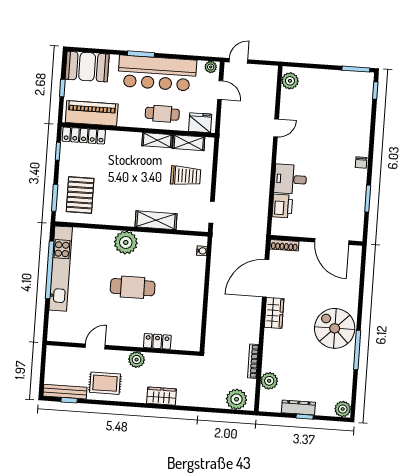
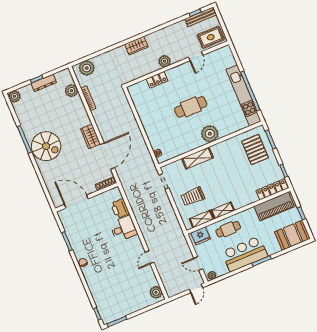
bar counter: (157, 73) -> (245, 254), width x0.73
rug: (105, 383) -> (211, 37), moved

